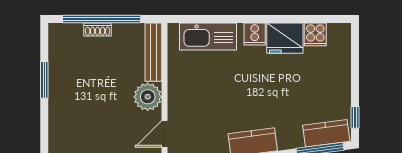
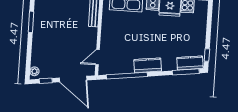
plant: (148, 97) -> (89, 35), removed

